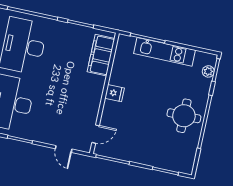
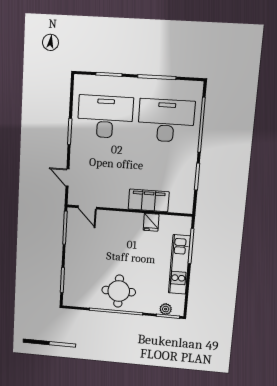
filing cabinet: (101, 55) -> (149, 200), moved
fridge: (115, 93) -> (151, 222), moved
door: (64, 149) -> (67, 178), hinge flipped

